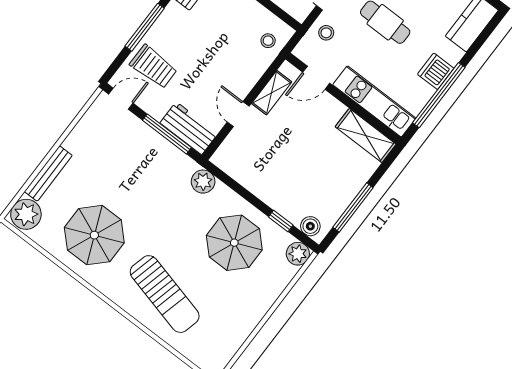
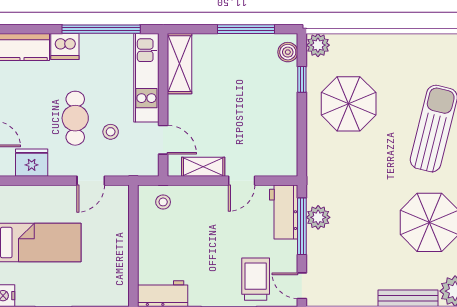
stool: (326, 33) -> (111, 132), moved
dishwasher: (436, 71) -> (65, 46), moved
plant: (203, 182) -> (318, 217), moved

